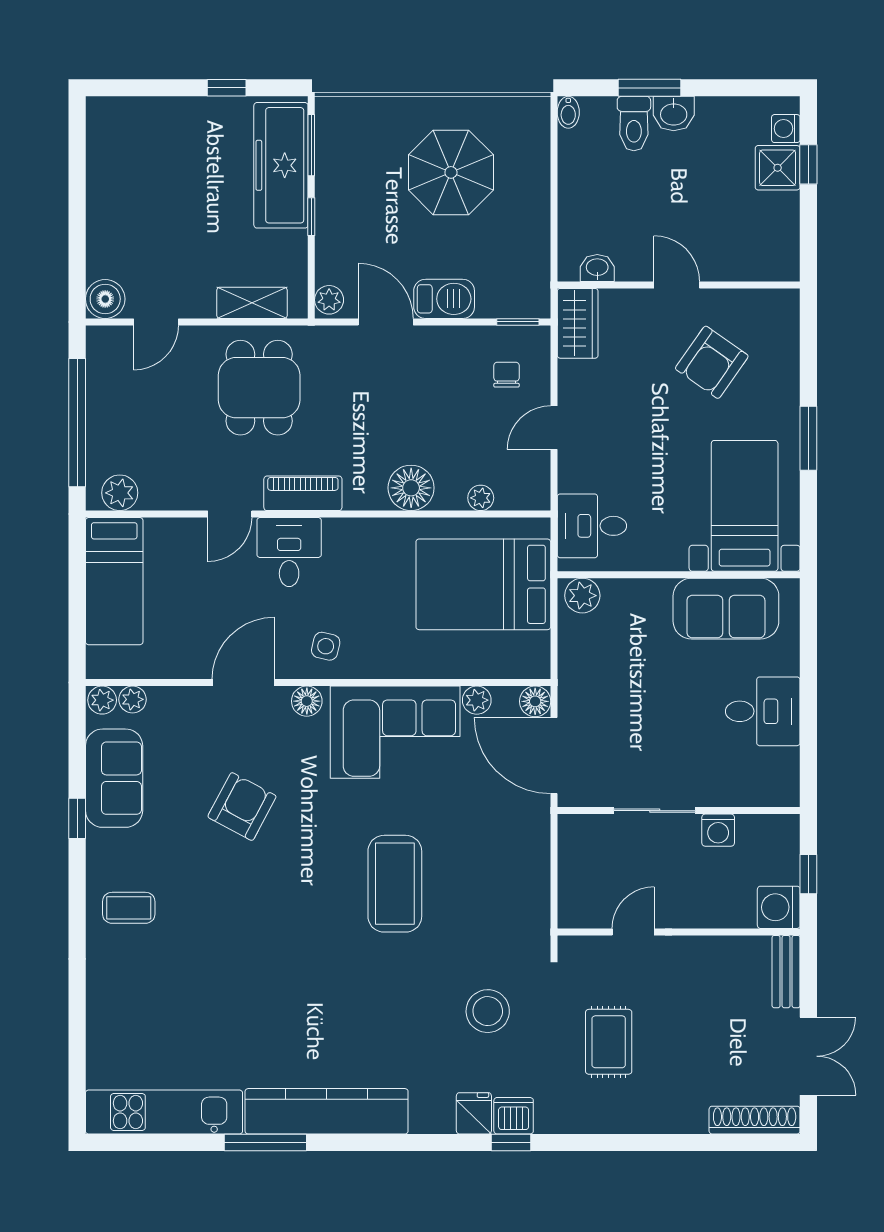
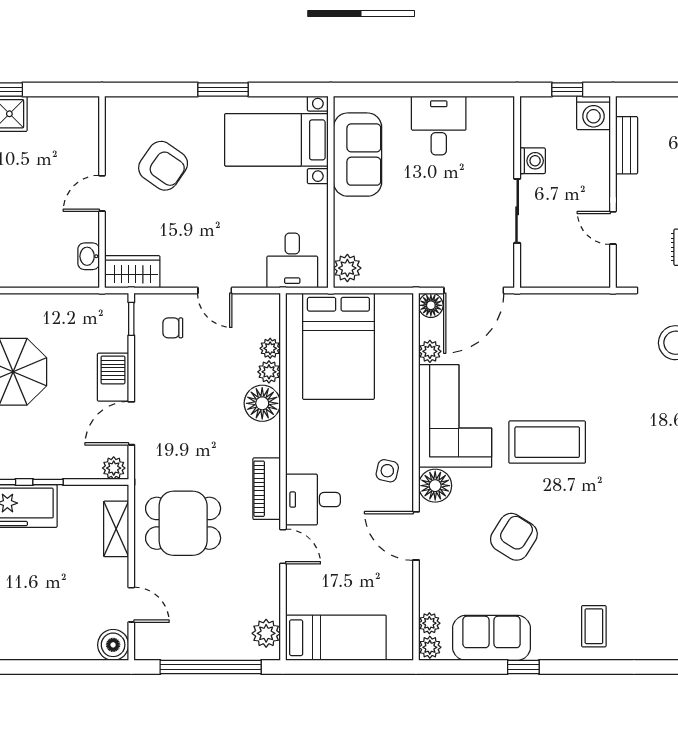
plant: (451, 496) -> (269, 372), added
floor lamp: (307, 701) -> (435, 486), width x1.38, depth x1.38
armchair: (242, 807) -> (514, 537), turned 94
coffee table: (395, 884) -> (547, 442), moved
bench: (786, 972) -> (627, 145), moved, turned 90

